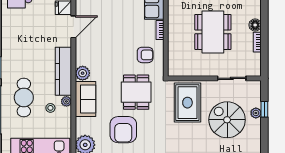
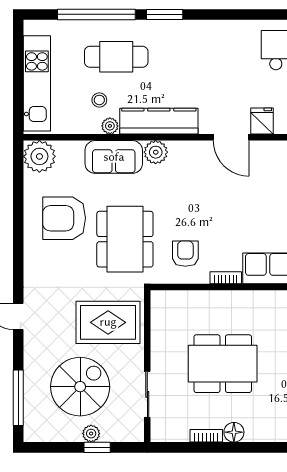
armchair: (145, 55) -> (185, 254), turned 180
dining table: (136, 92) -> (125, 239), width x1.38

